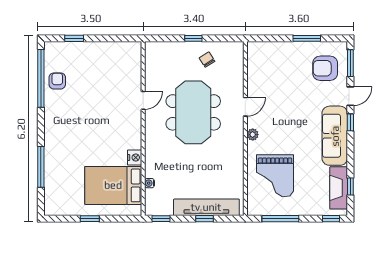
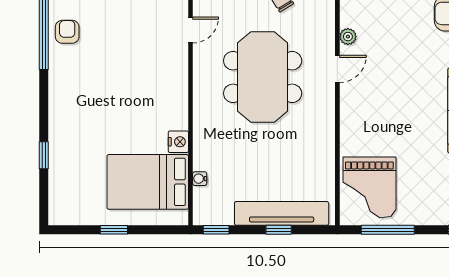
door: (143, 100) -> (191, 30), moved
plant: (253, 135) -> (348, 37), moved
window: (41, 167) -> (44, 155), width x0.46
grand piano: (275, 176) -> (369, 187), moved

